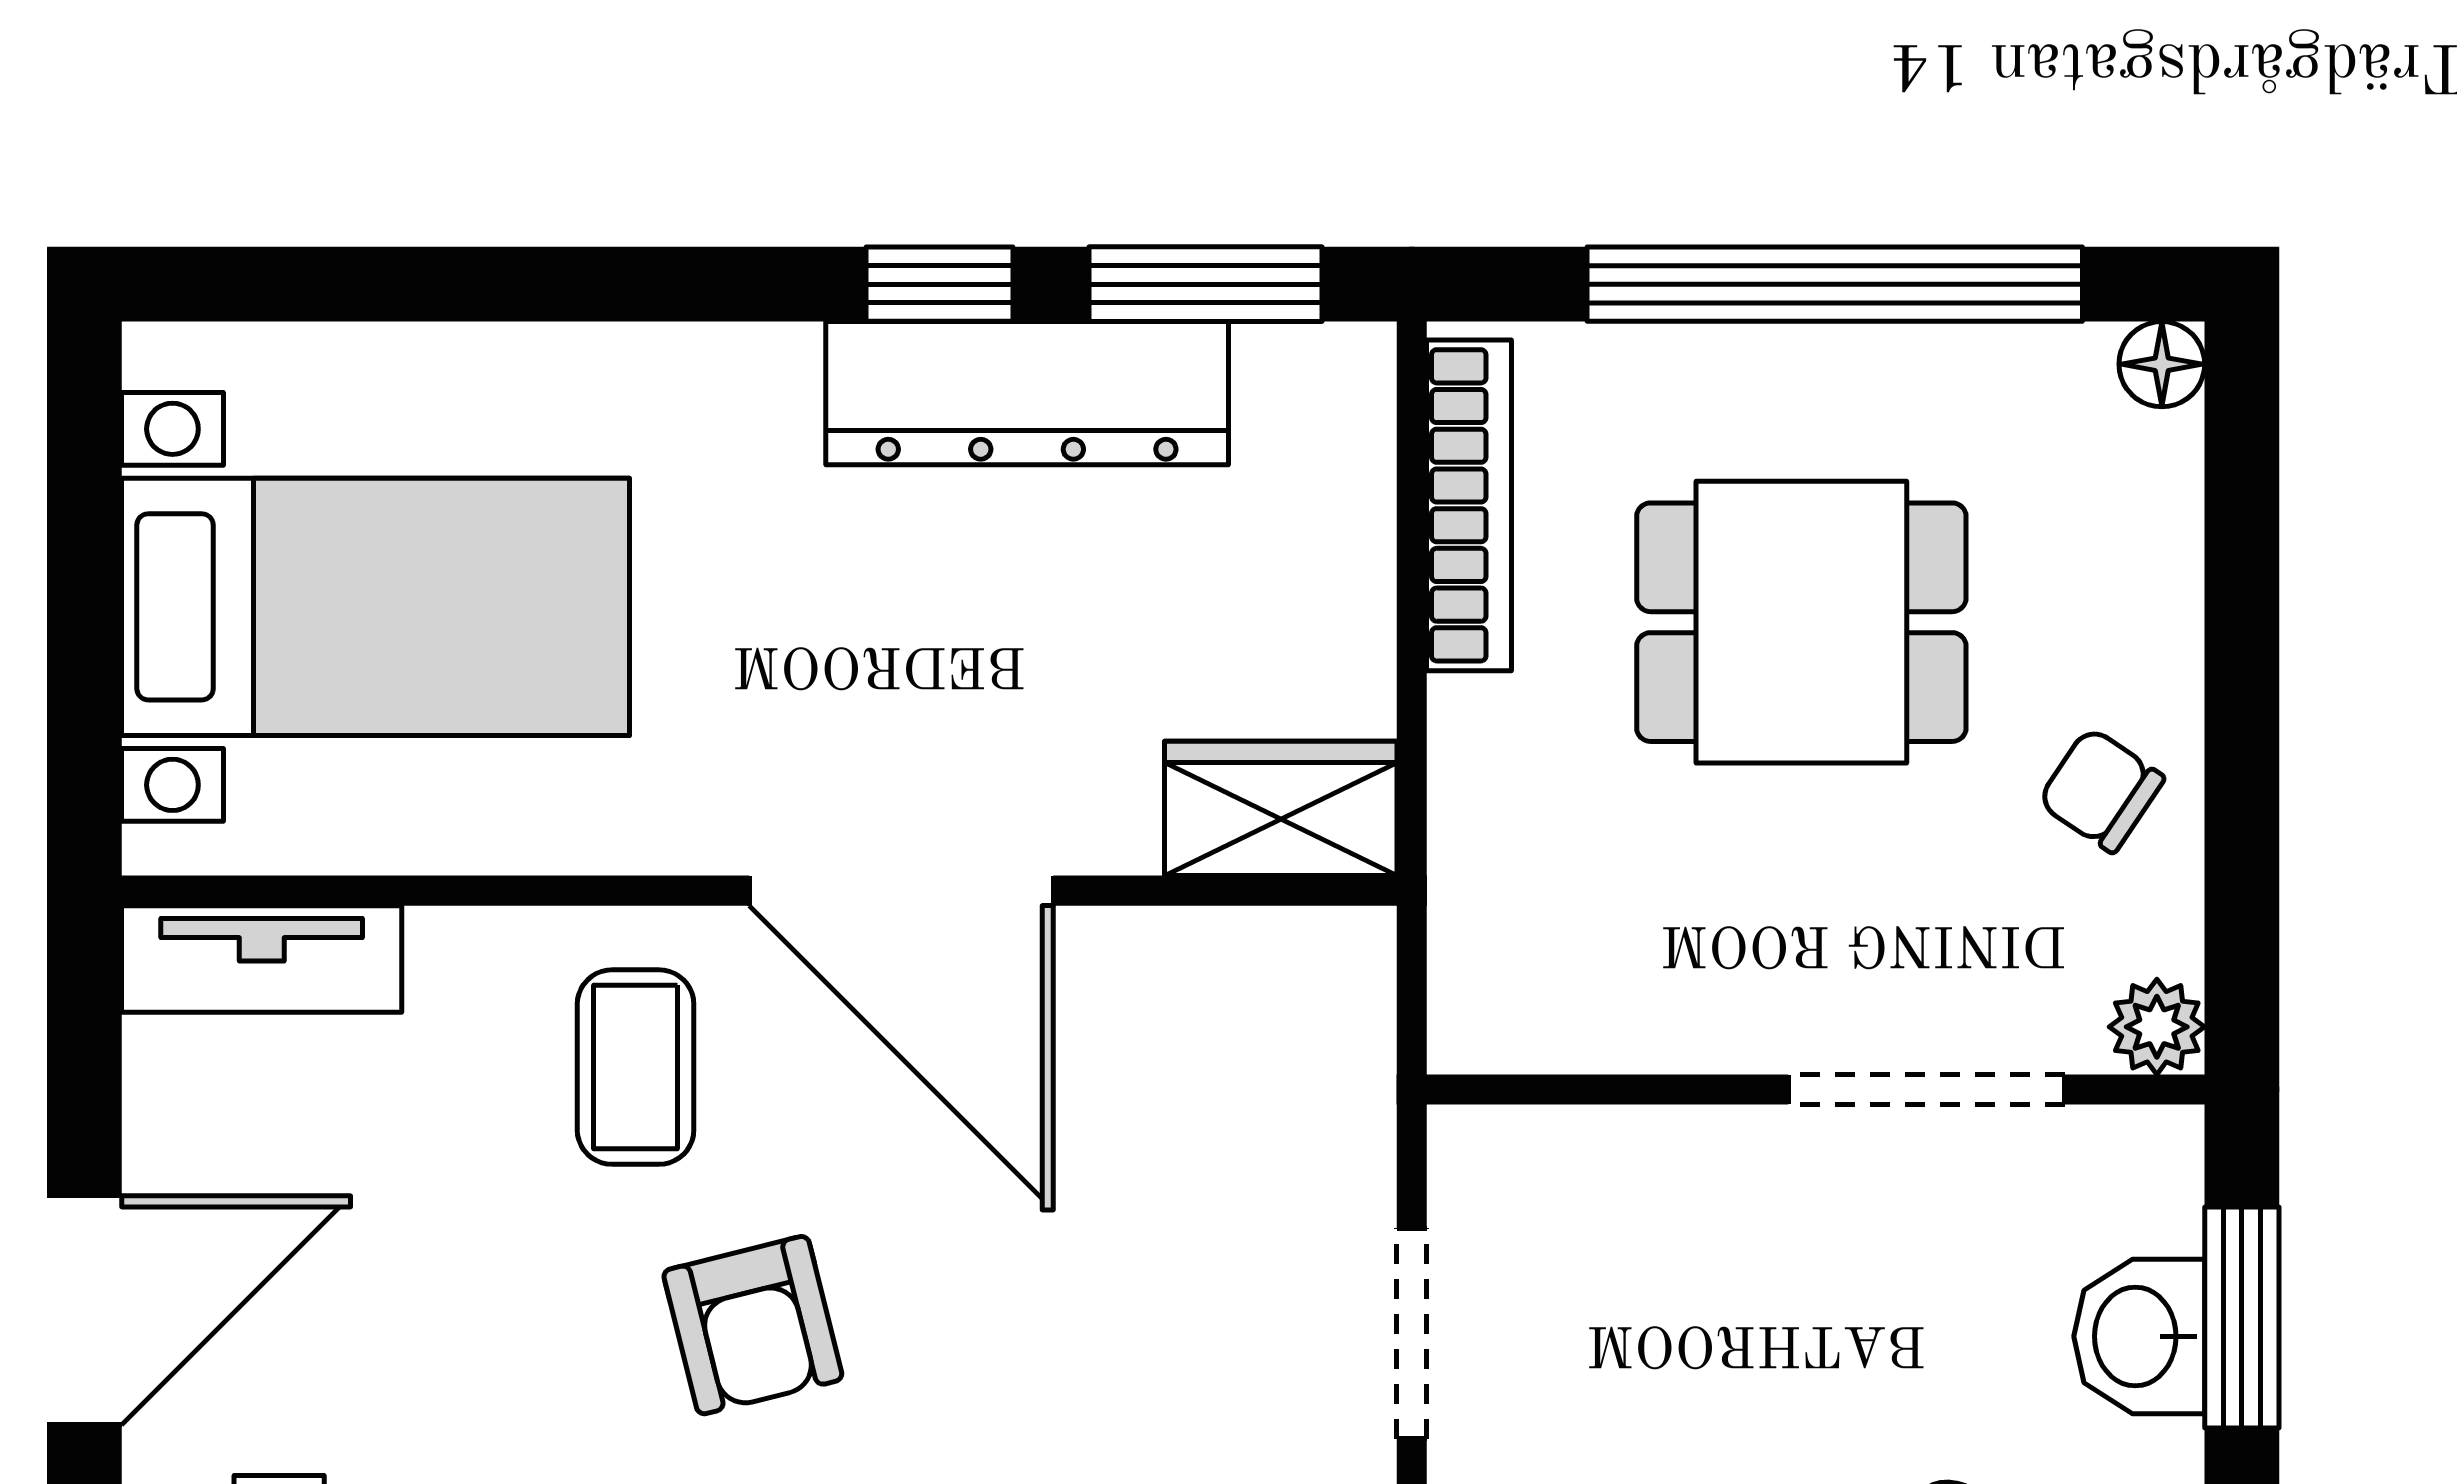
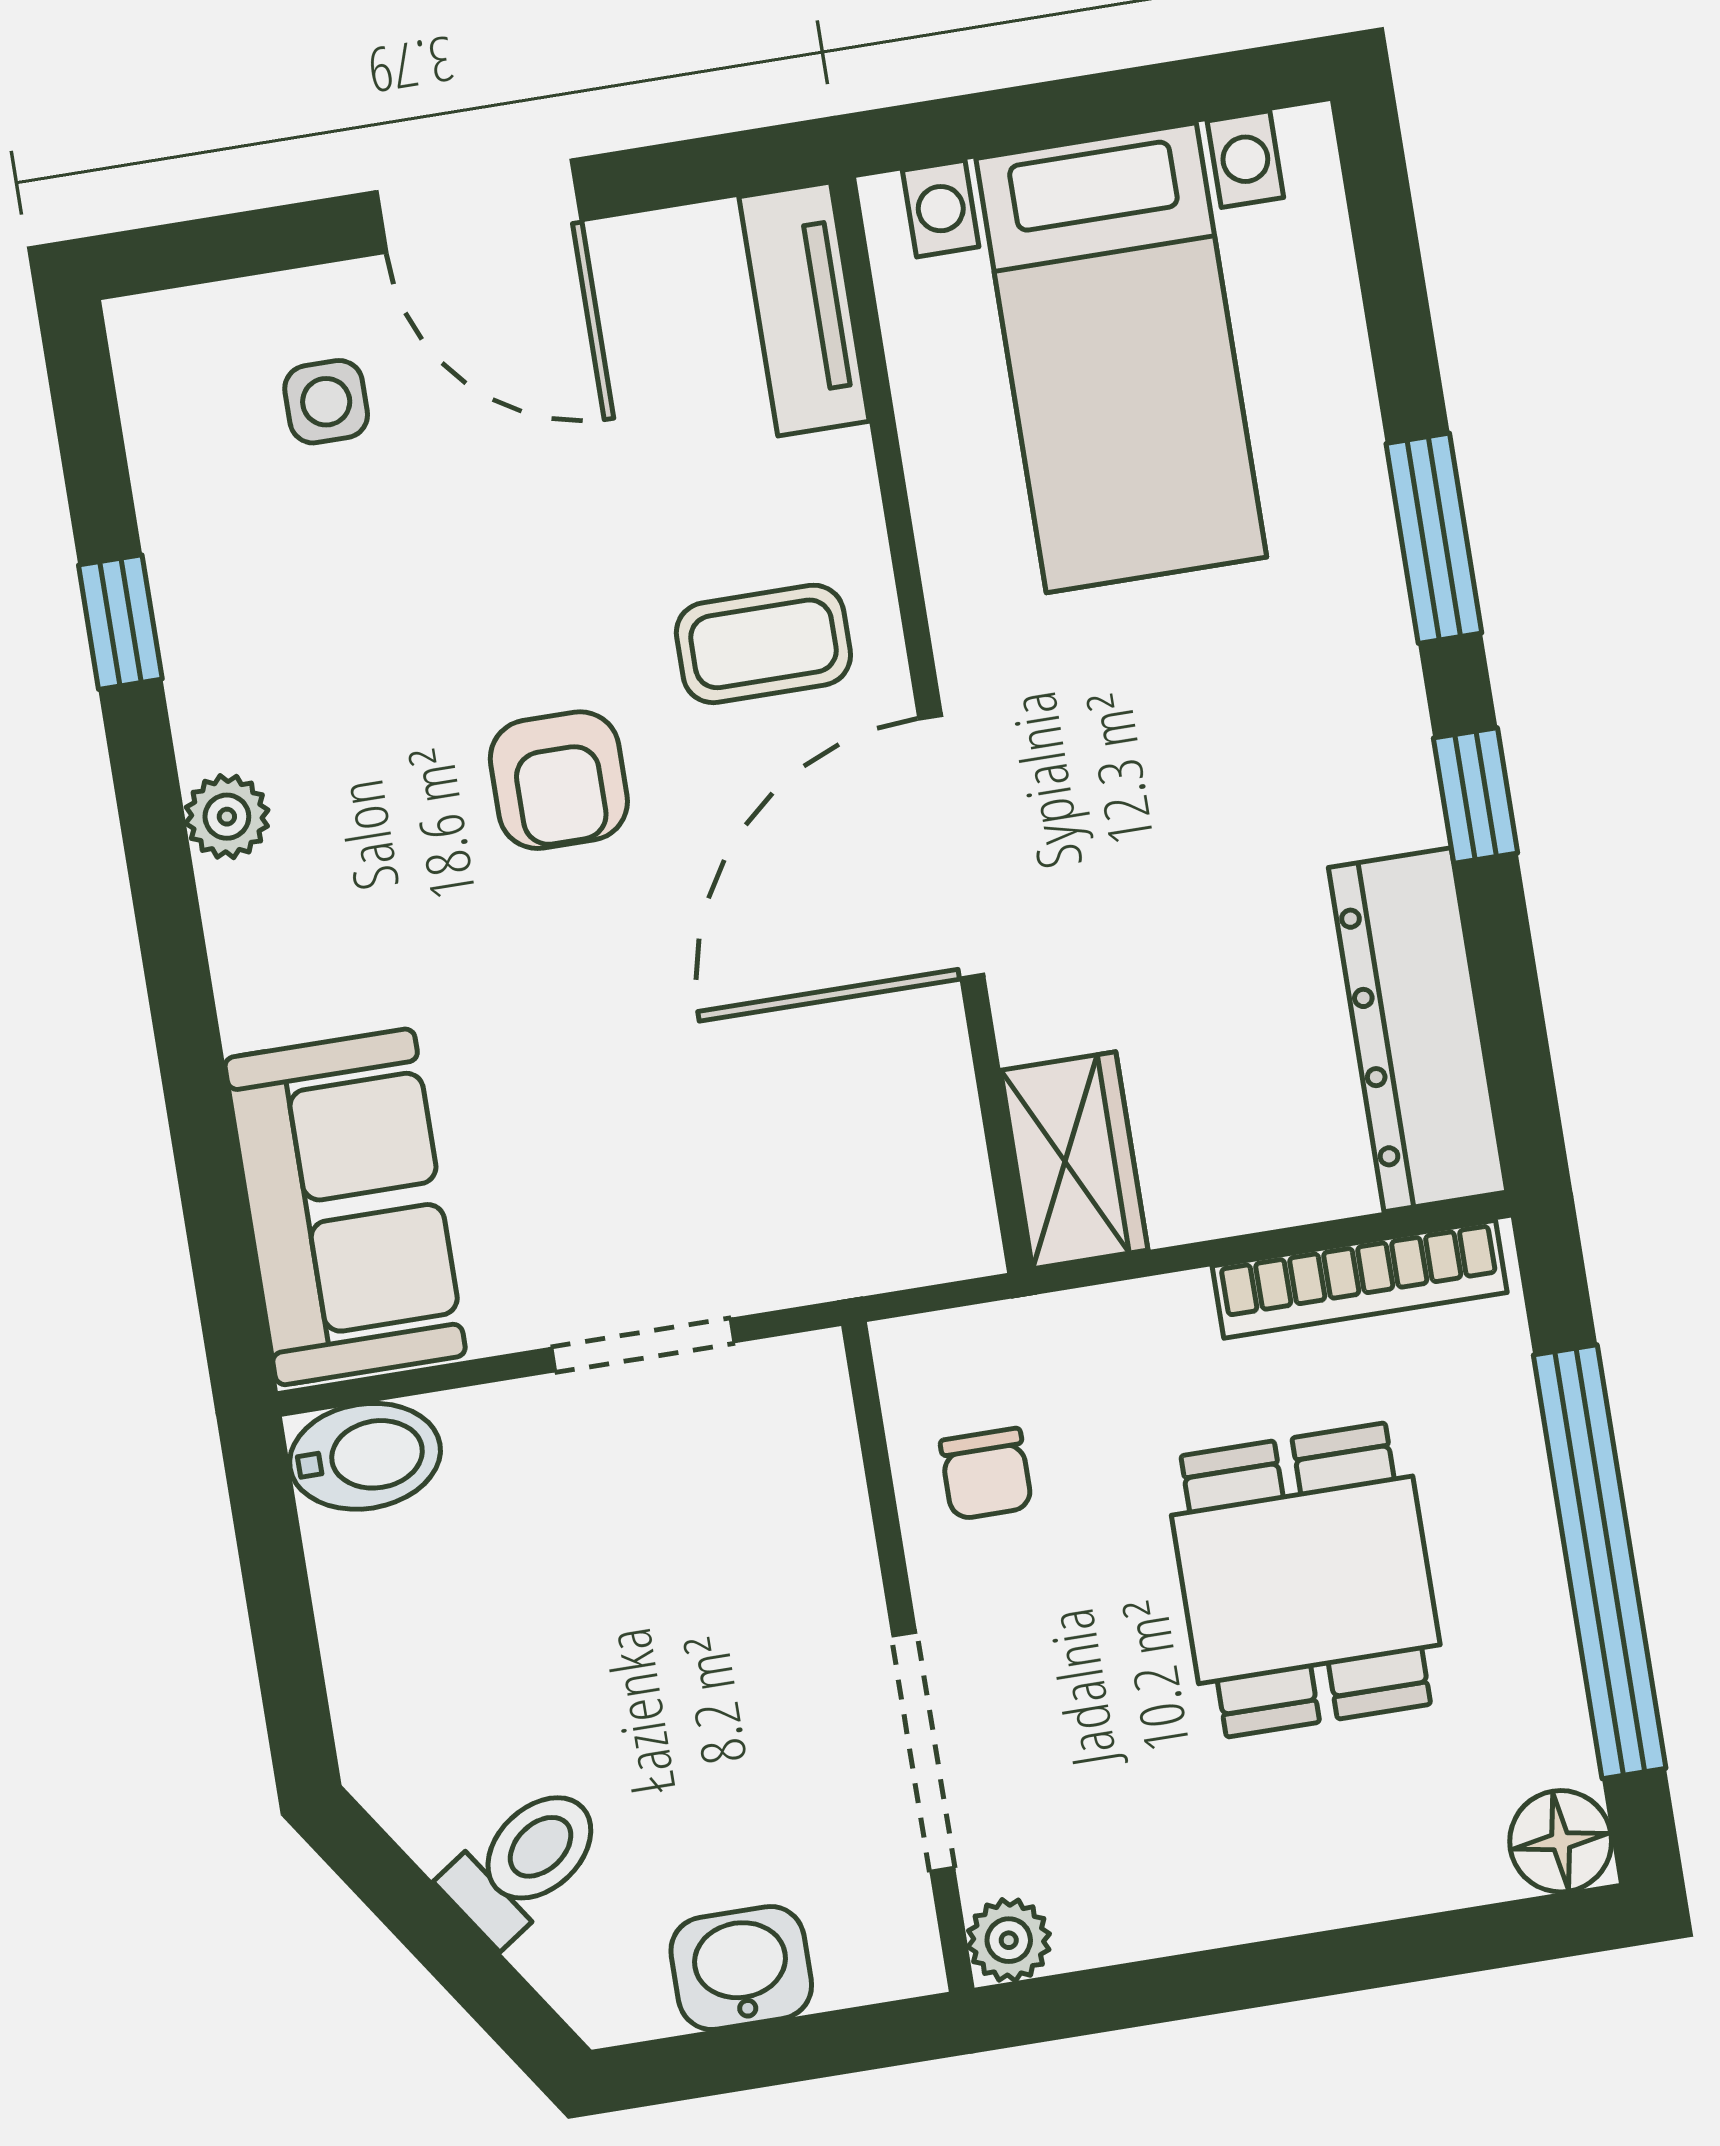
window: (1206, 284) -> (1434, 538), moved
floor lamp: (2162, 364) -> (1561, 1841), width x1.37, depth x1.37
dresser: (1027, 393) -> (1418, 1030), moved
chair: (2101, 790) -> (986, 1474), moved, turned 146
window: (2242, 1317) -> (772, 2053), removed
armchair: (753, 1325) -> (559, 780), turned -76

